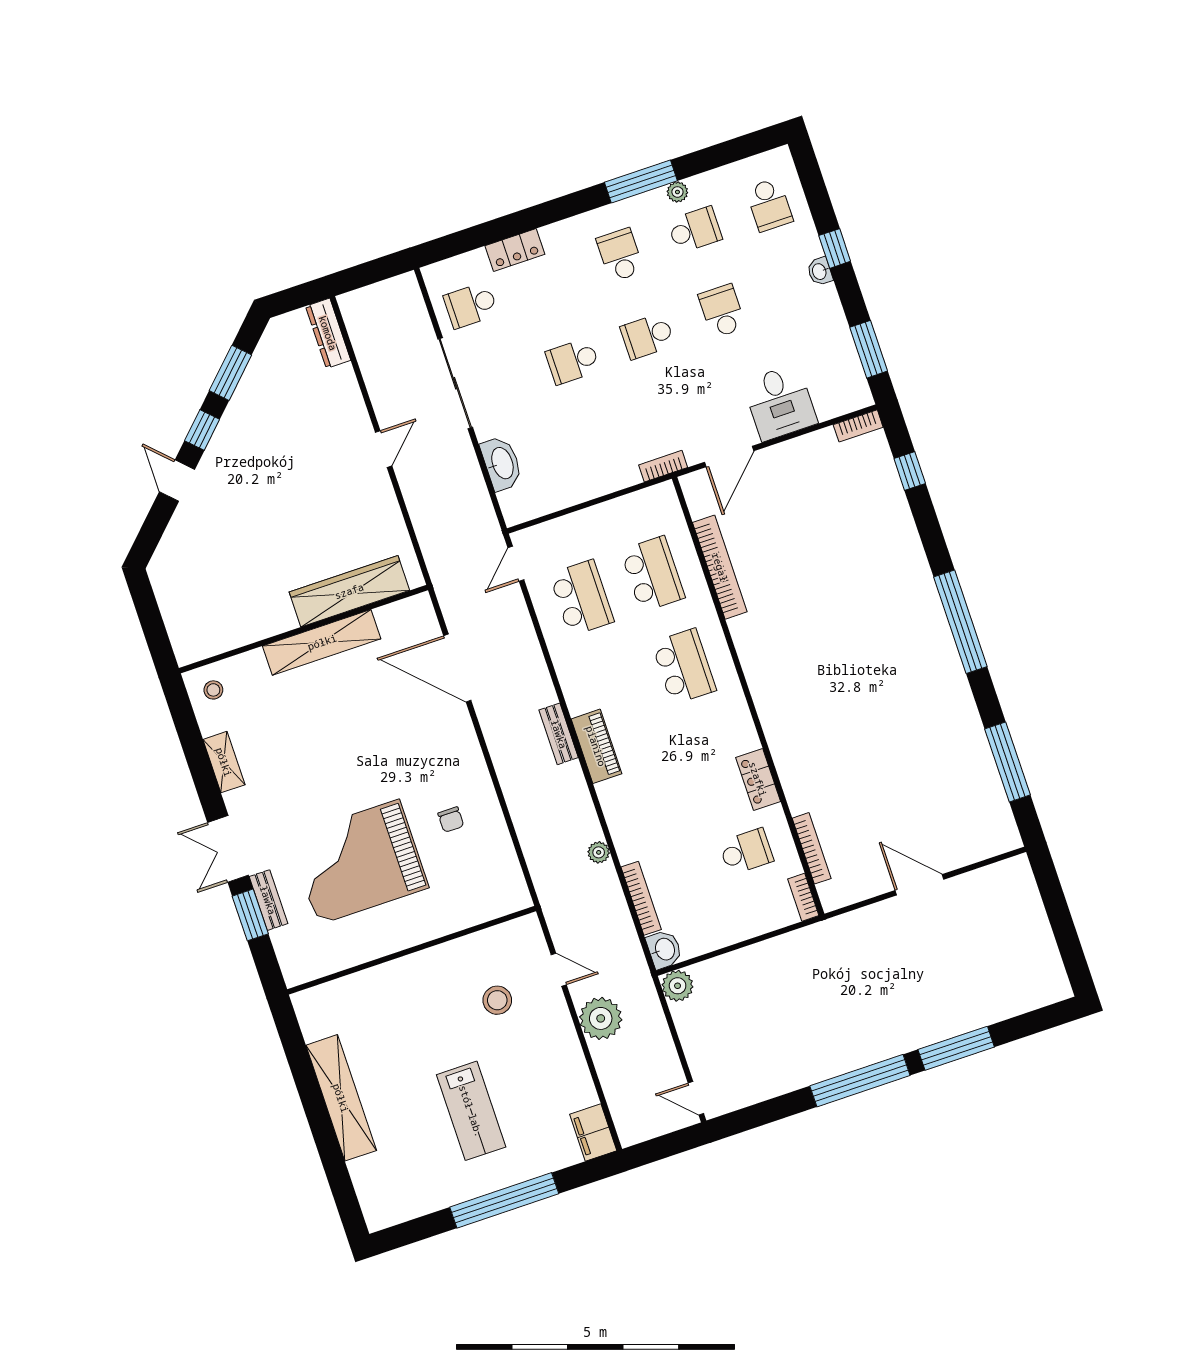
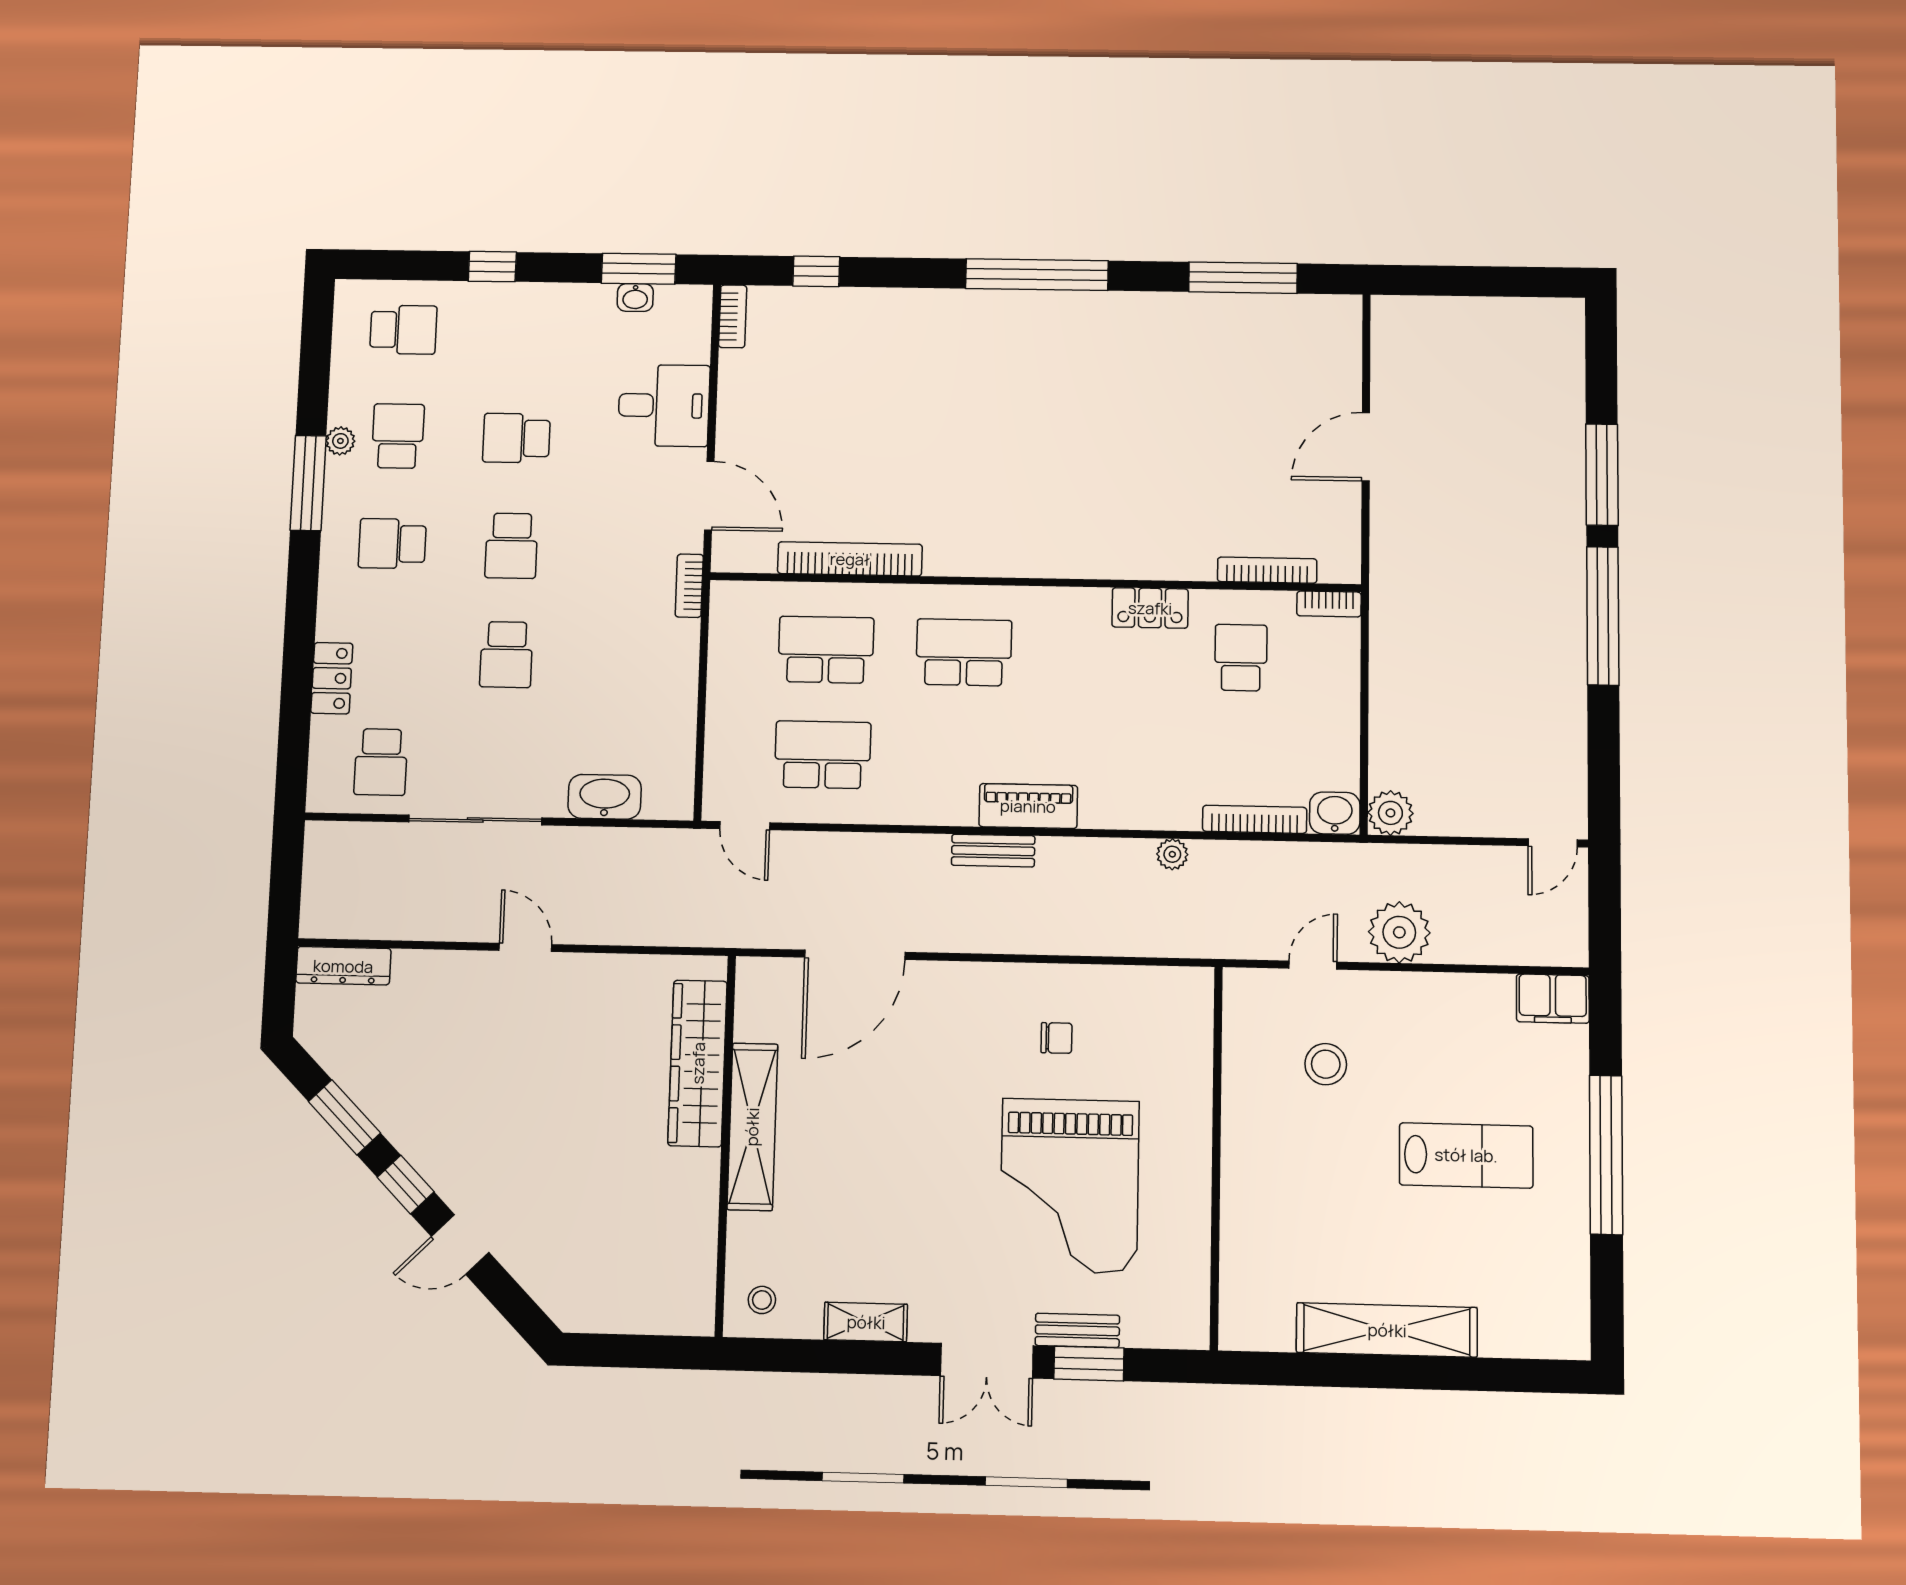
washbasin: (820, 271) -> (635, 297), moved

